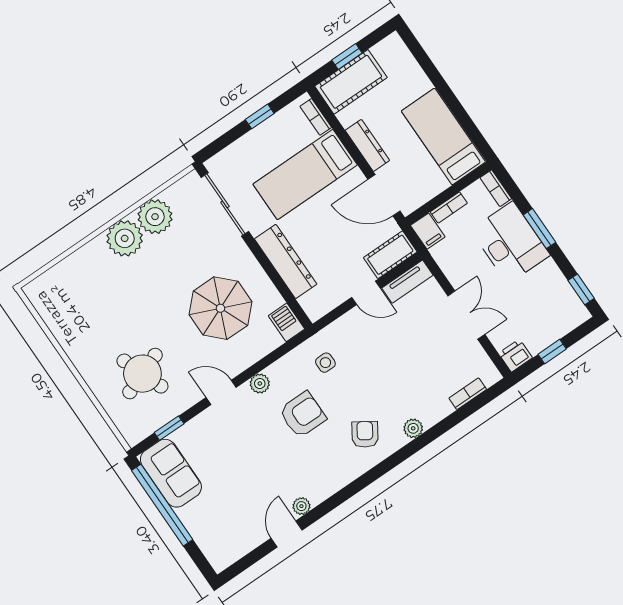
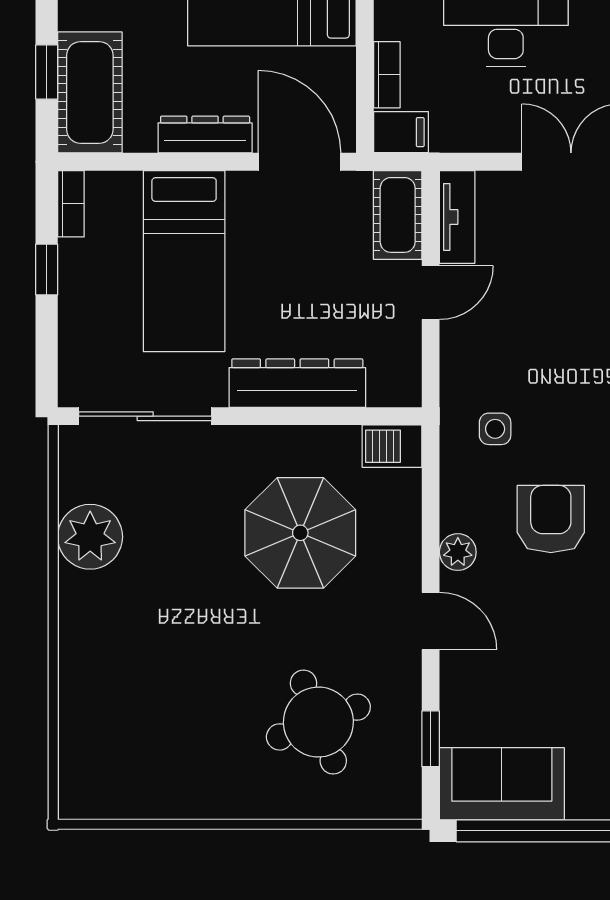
bookcase: (316, 117) -> (71, 204), moved, turned -90
door: (384, 195) -> (299, 162), swing flipped
plant: (125, 238) -> (91, 606), removed
door: (221, 392) -> (431, 621), swing flipped

